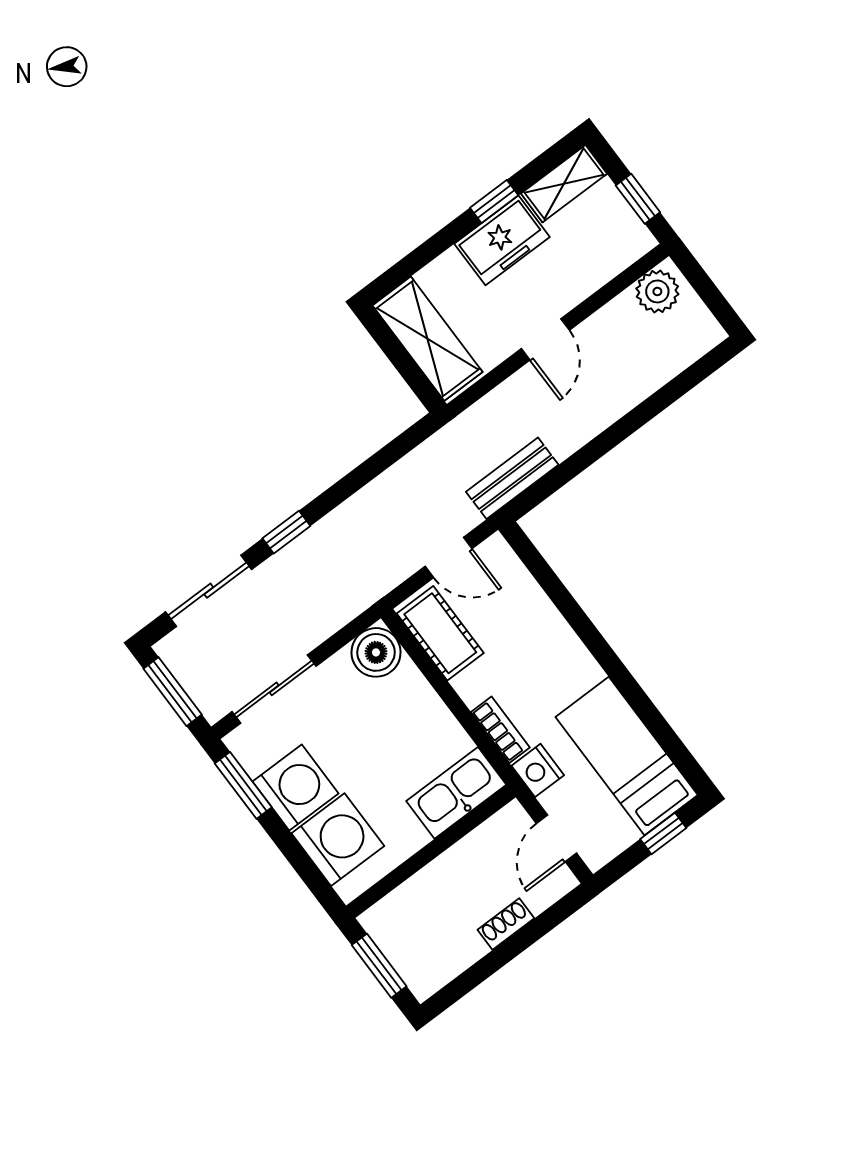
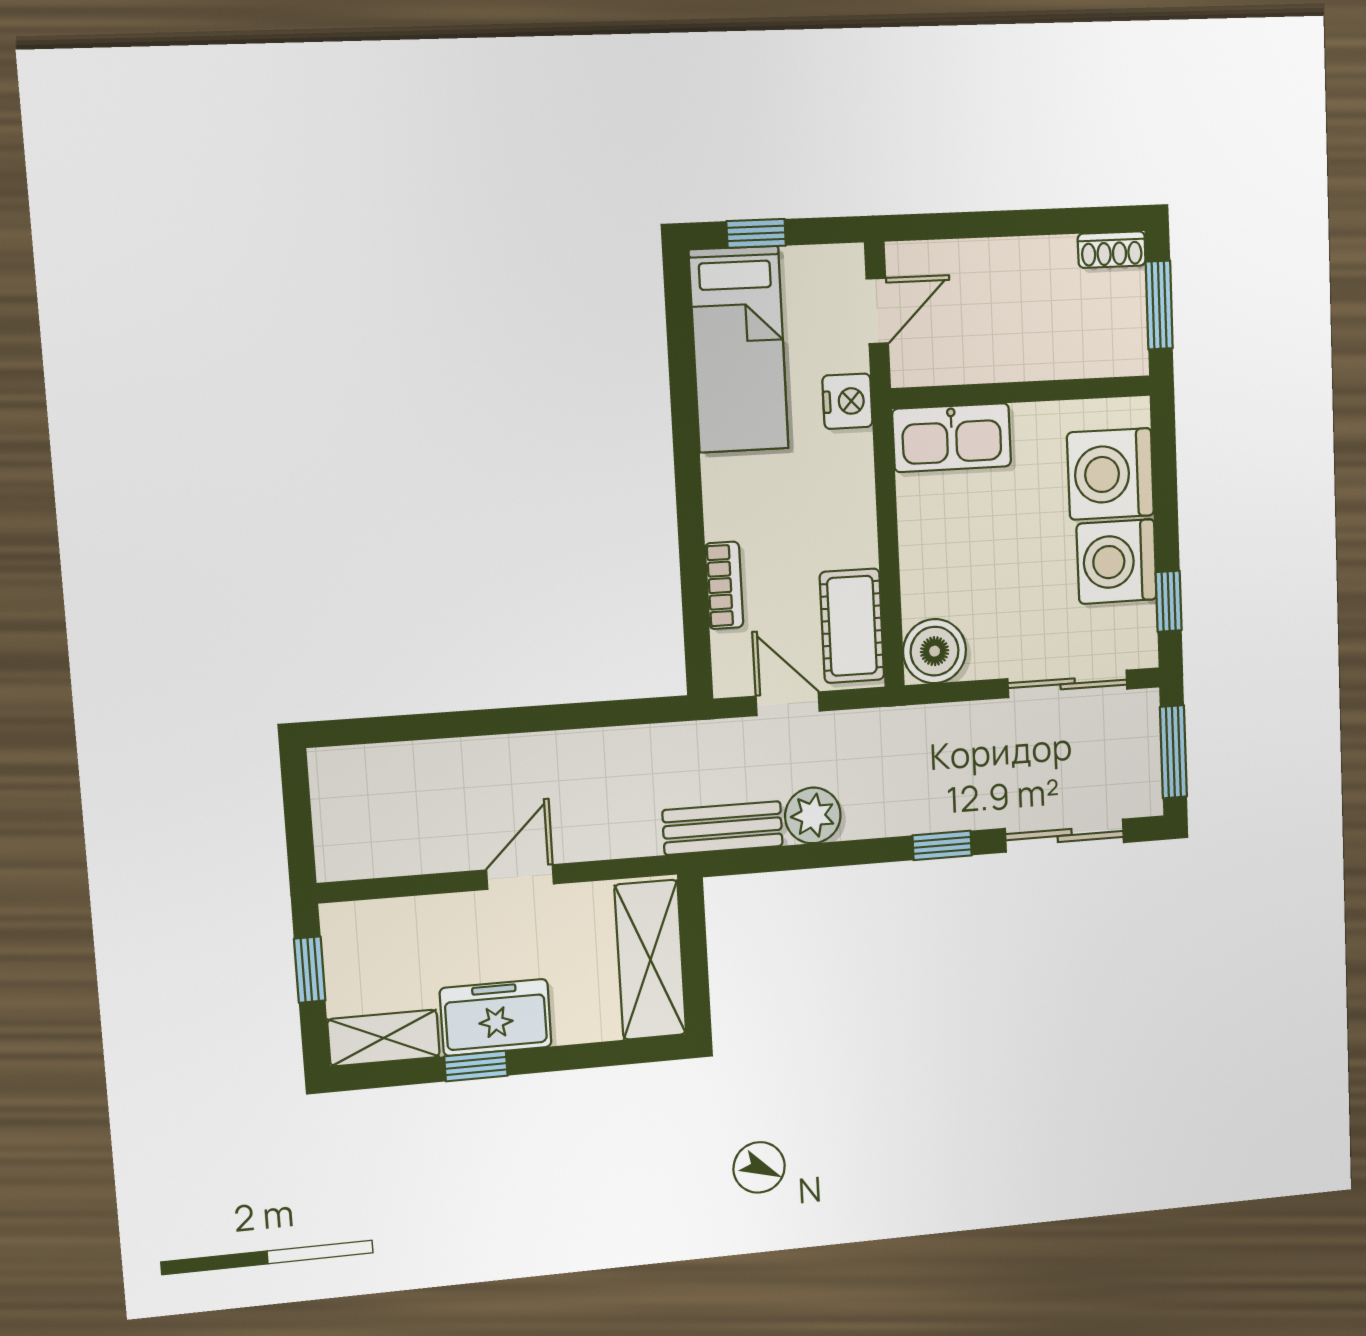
plant: (657, 291) -> (813, 816), moved
bench: (512, 478) -> (723, 828), moved
bookcase: (500, 730) -> (724, 585), moved, turned 180
window: (243, 785) -> (1169, 601), width x0.67
shoe rack: (506, 924) -> (1112, 250), moved

